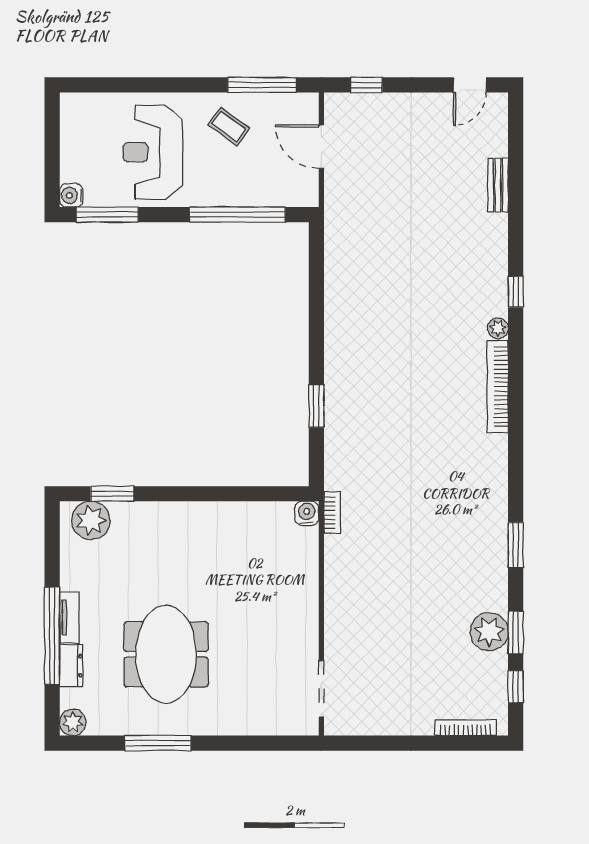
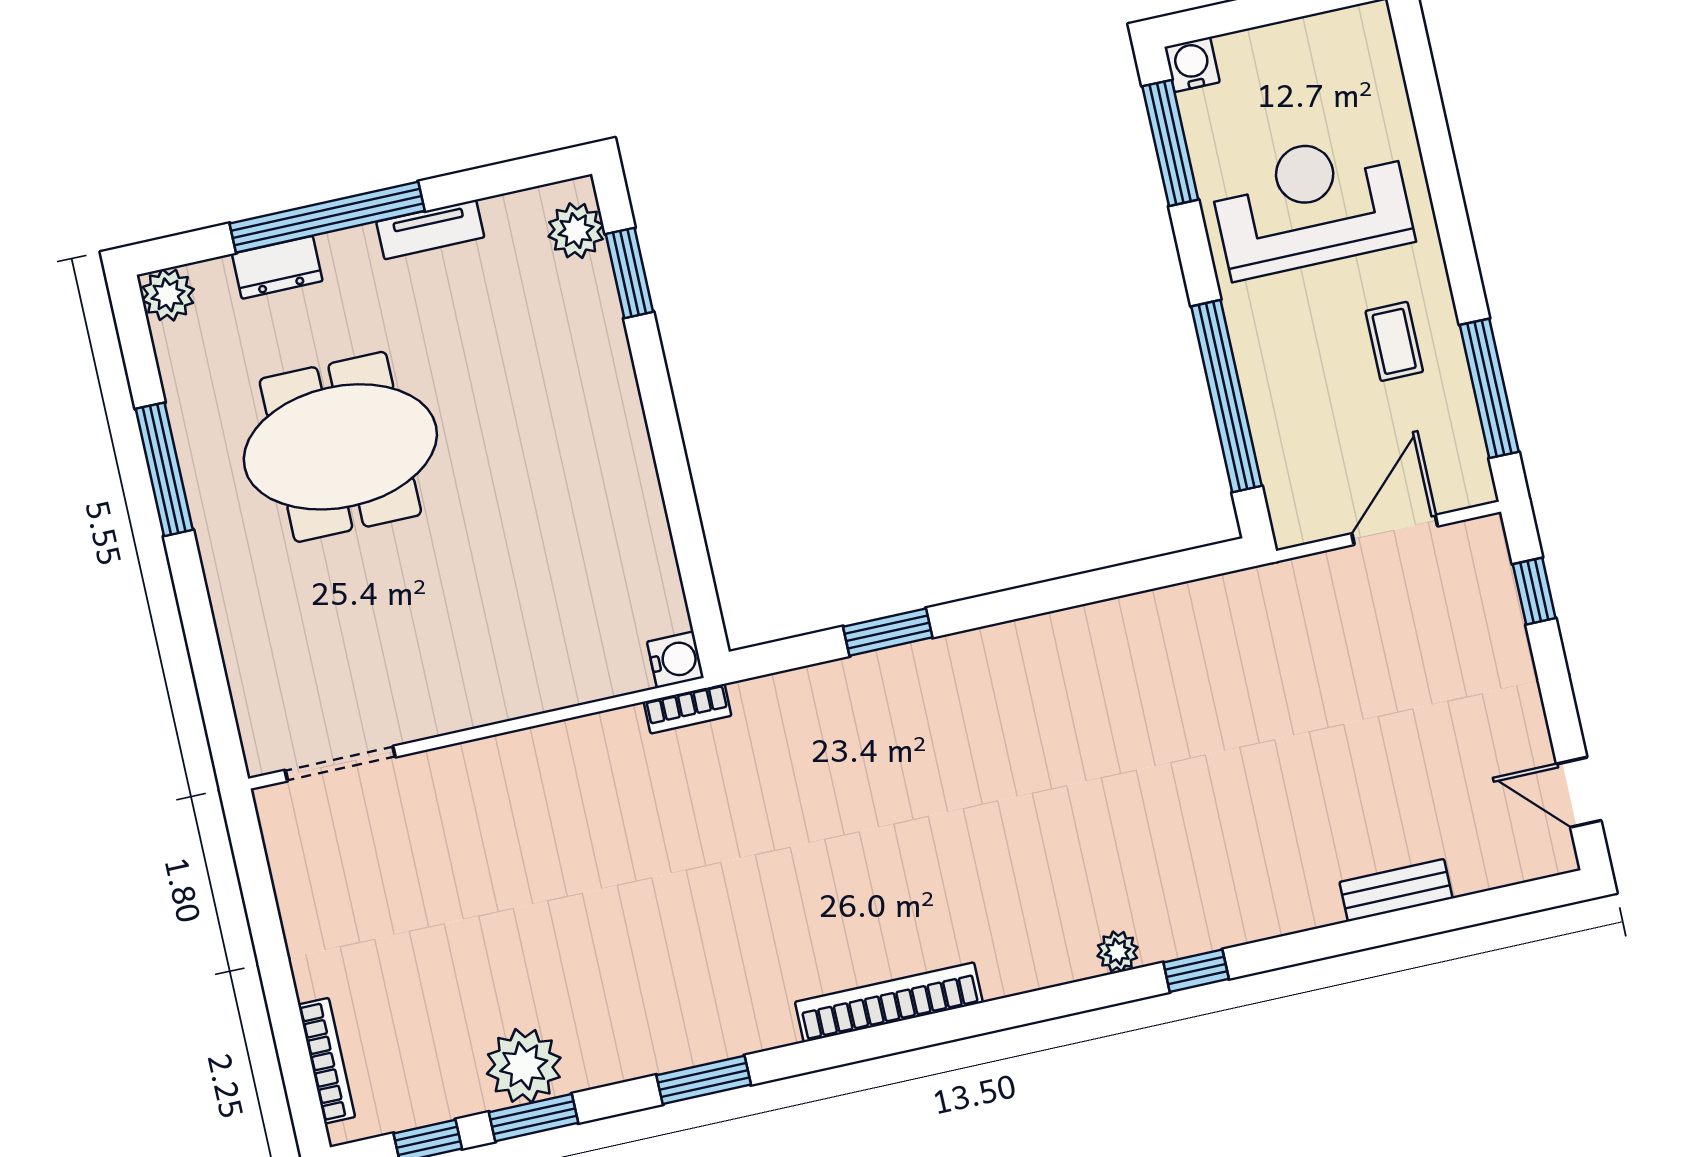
coffee table: (229, 126) -> (1394, 341), turned -36
bookcase: (498, 387) -> (889, 1002), moved
plant: (91, 521) -> (576, 231), width x0.73, depth x0.73
tv unit: (69, 617) -> (430, 229), moved

